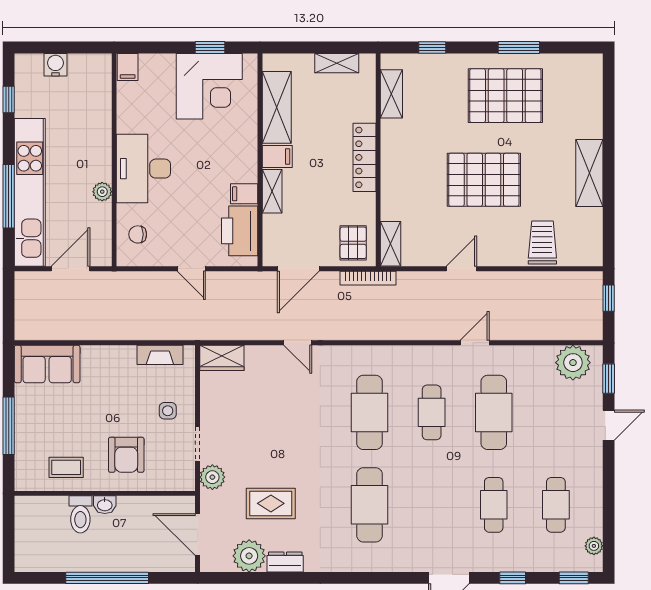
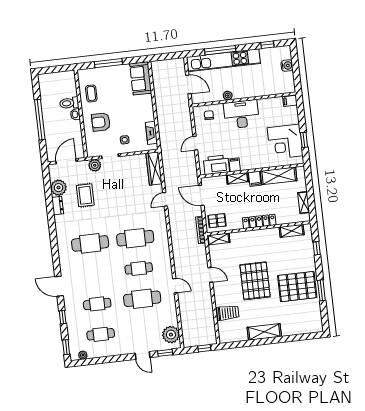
pallet: (505, 96) -> (297, 287), turned 90
wardrobe: (222, 358) -> (154, 169), width x1.50

